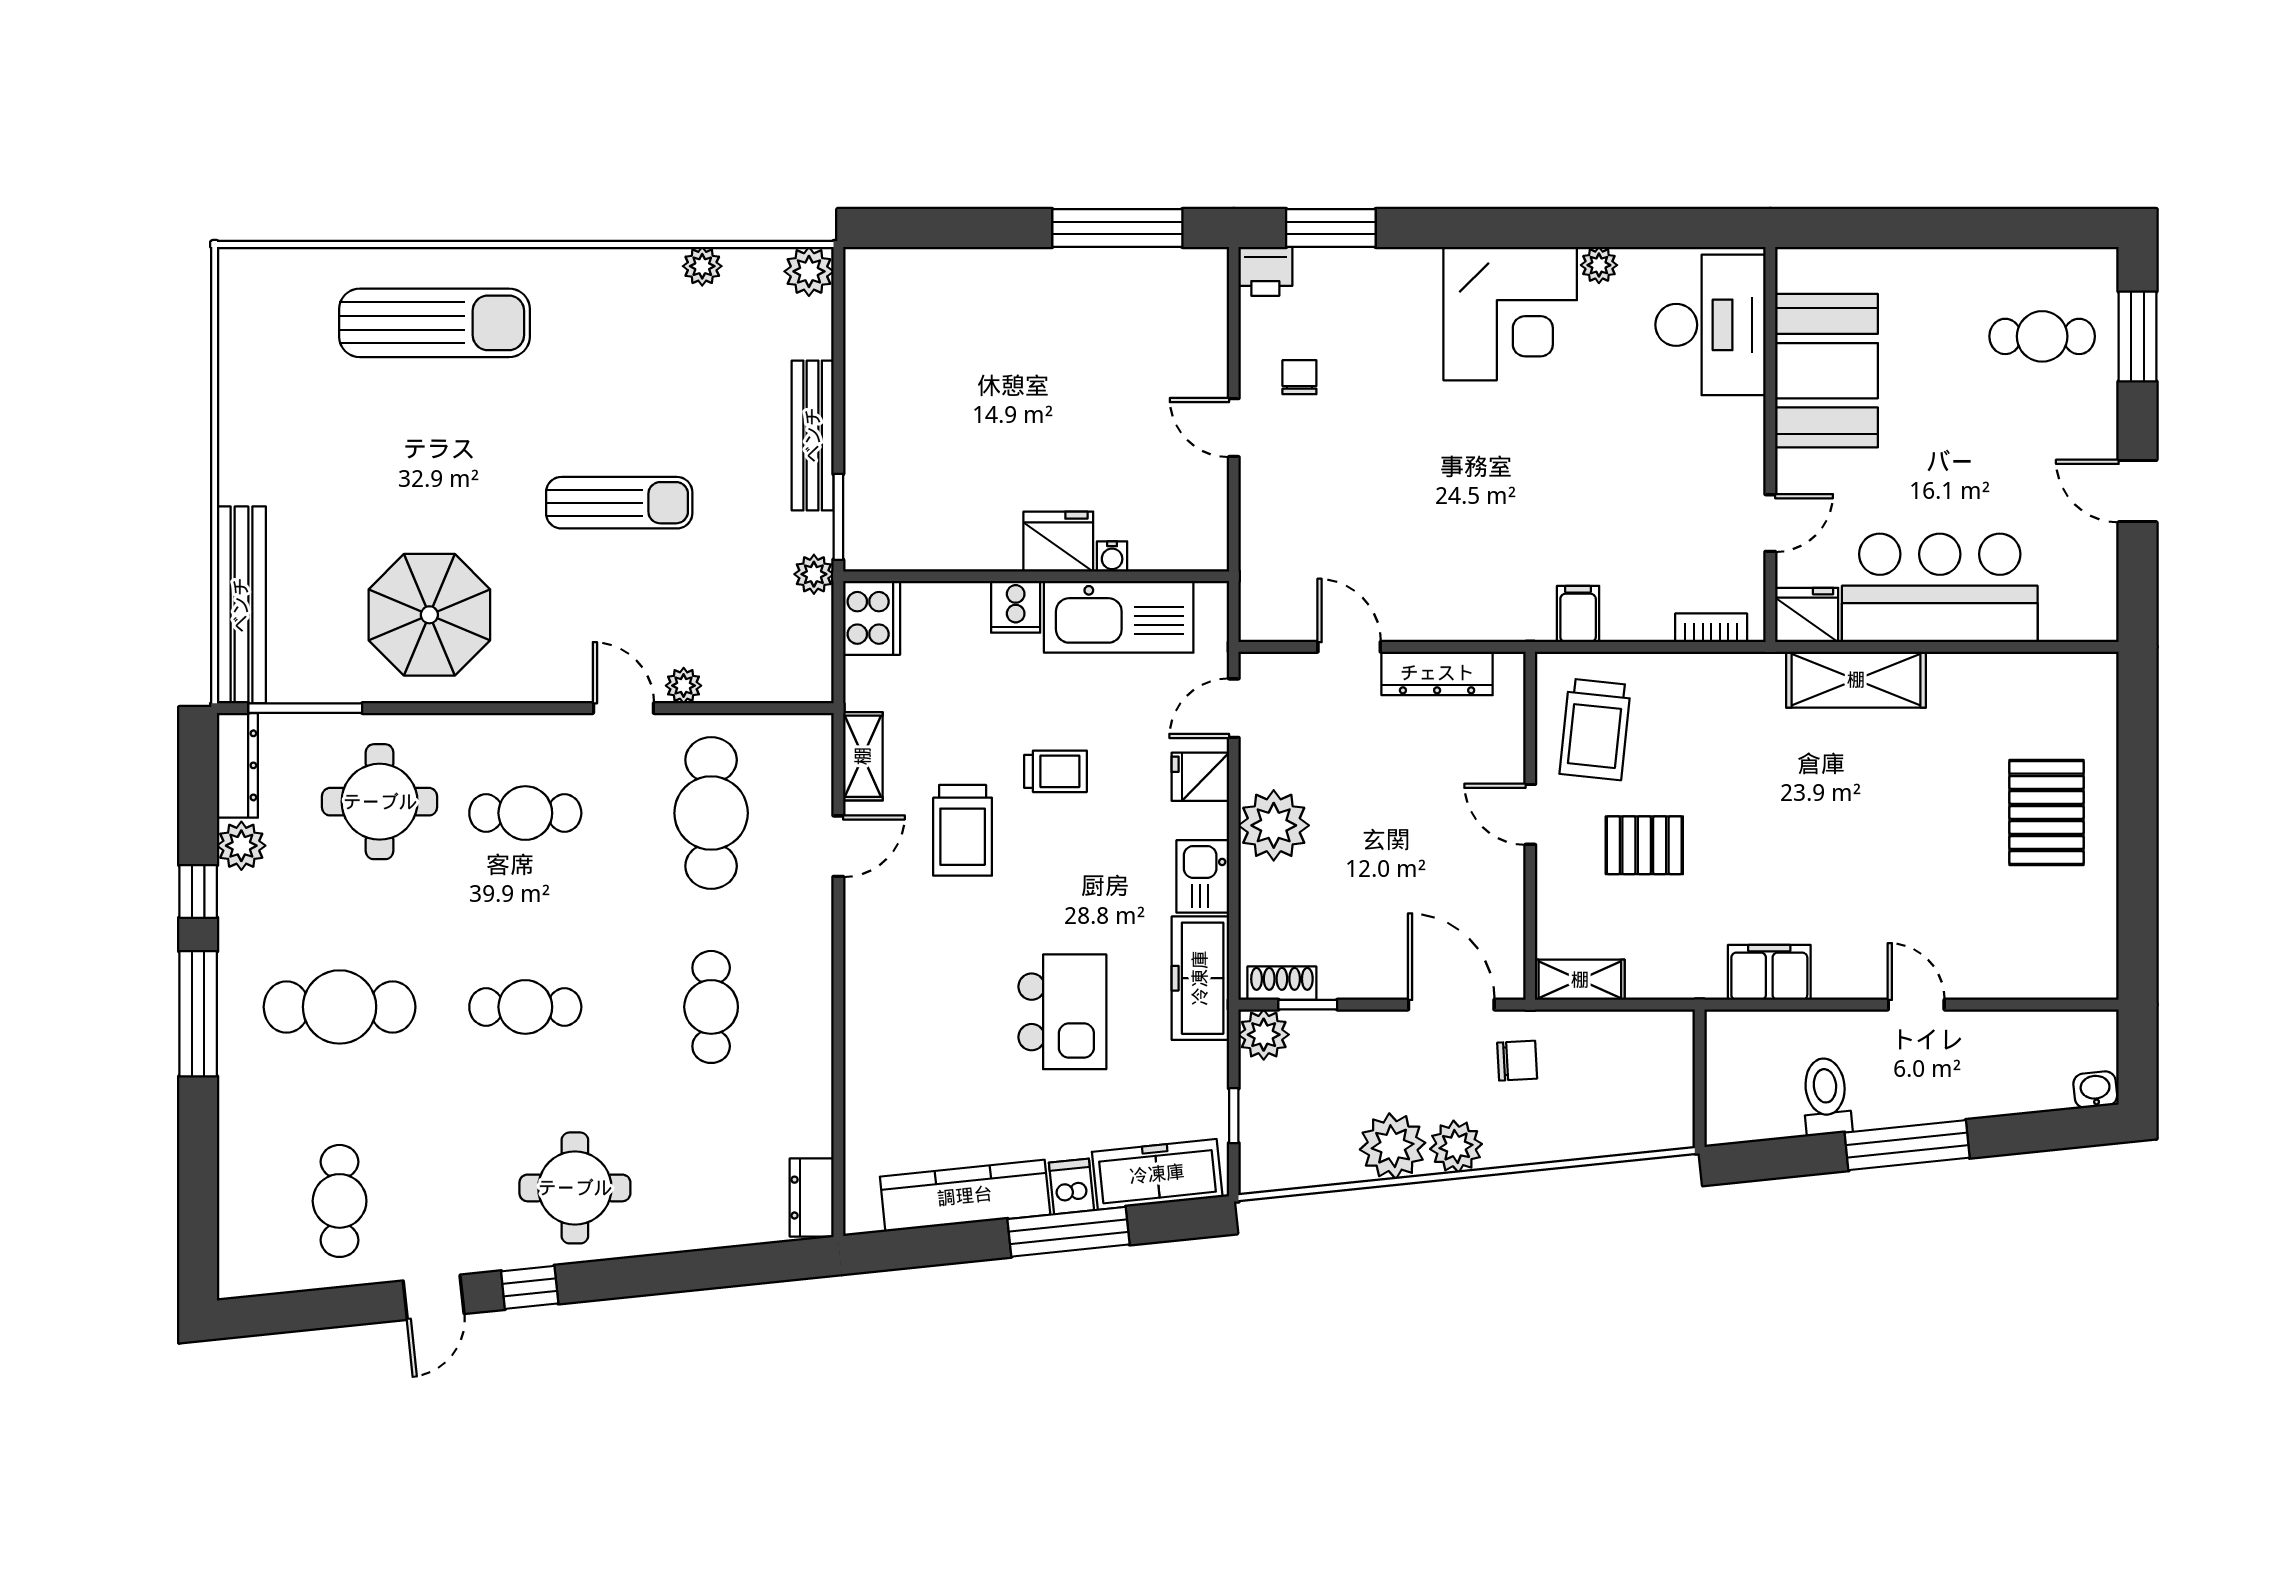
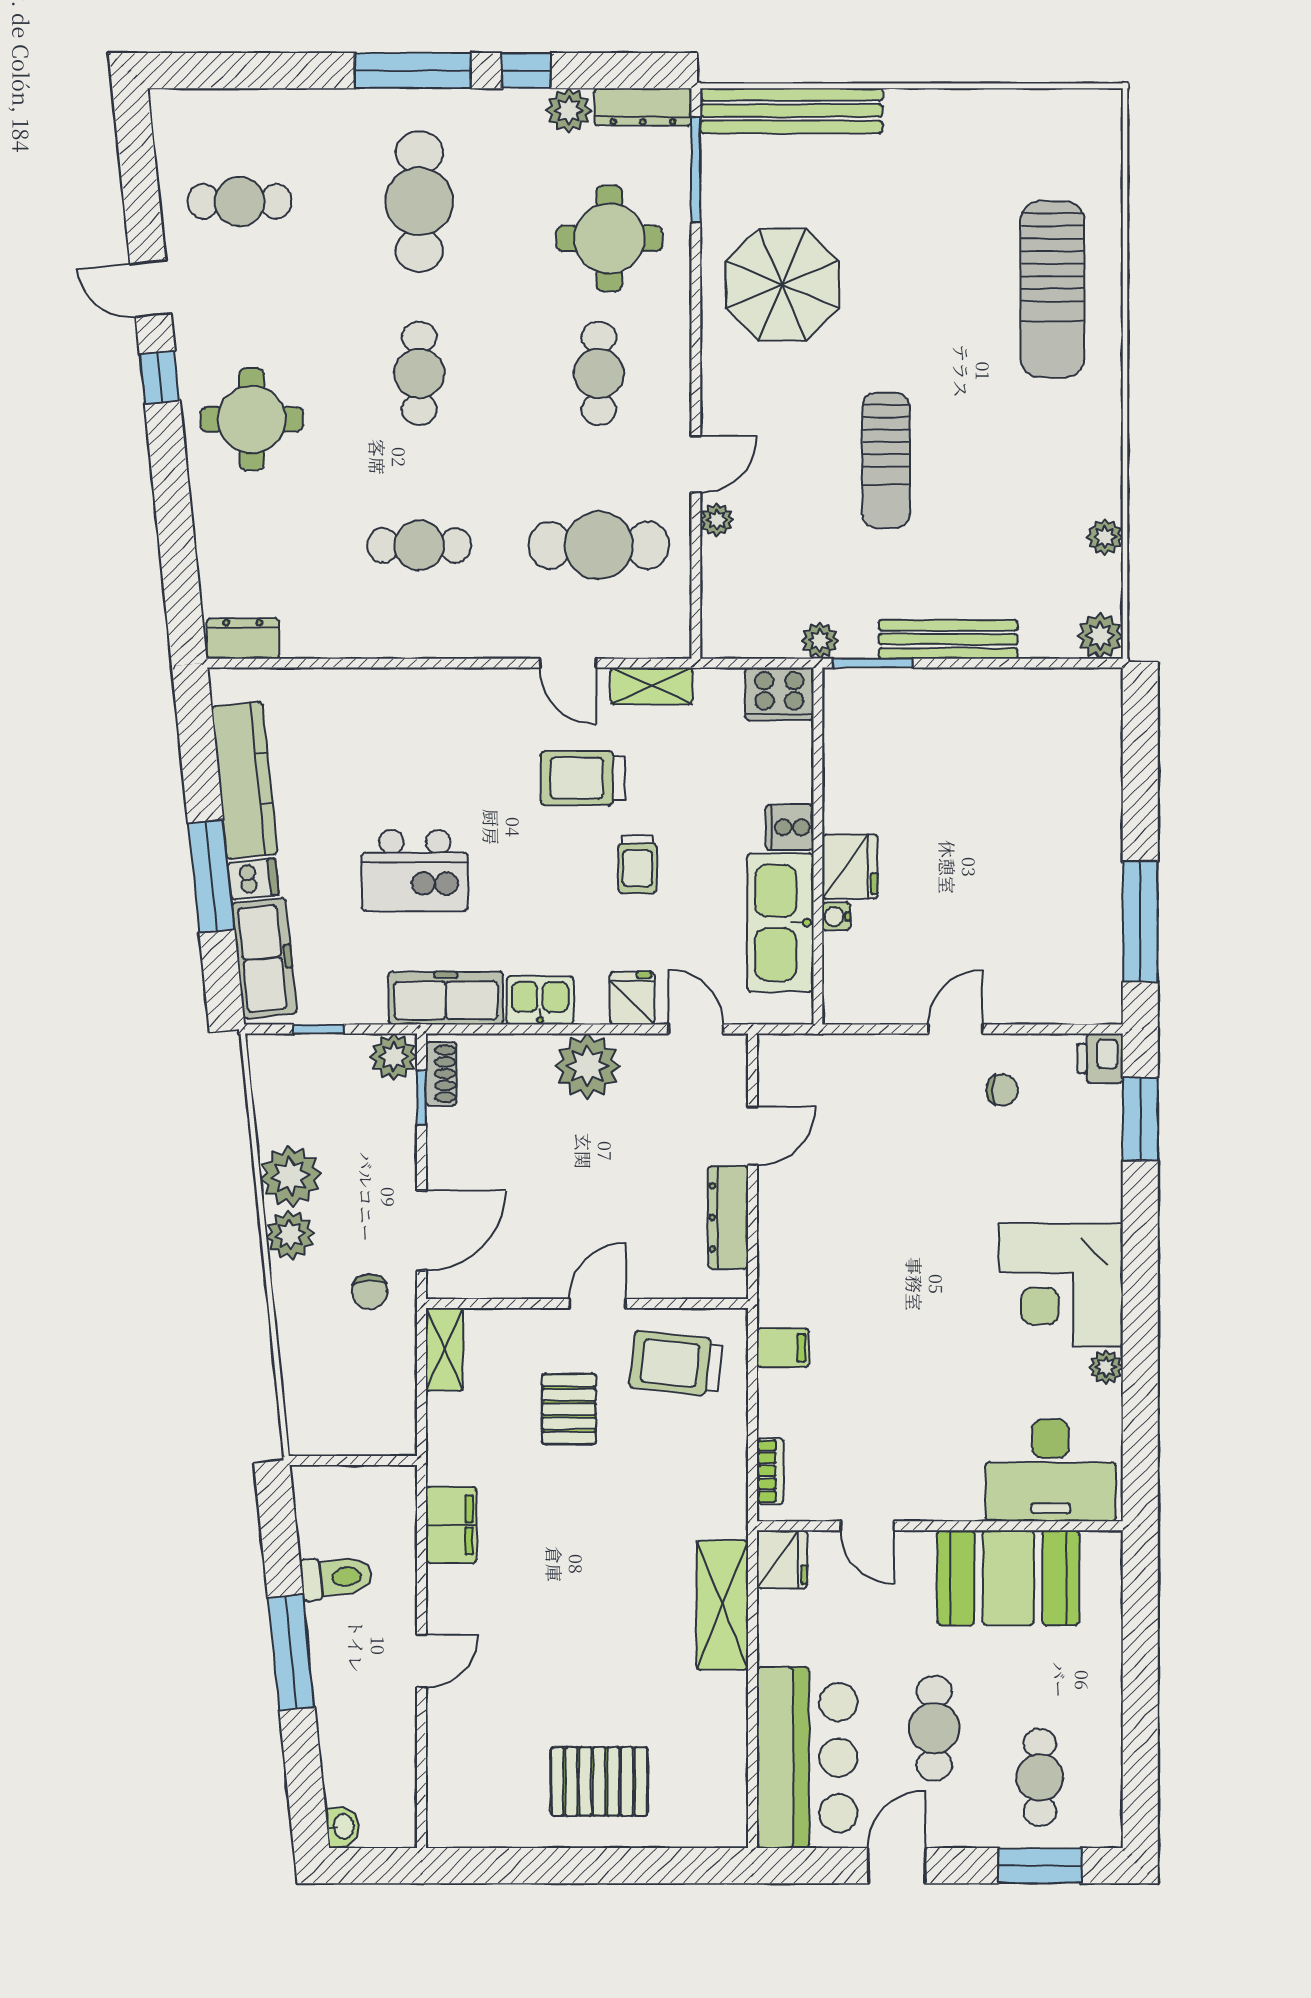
cafe table: (1989, 451) -> (934, 1728), added
bar counter: (1940, 588) -> (807, 1758), moved

